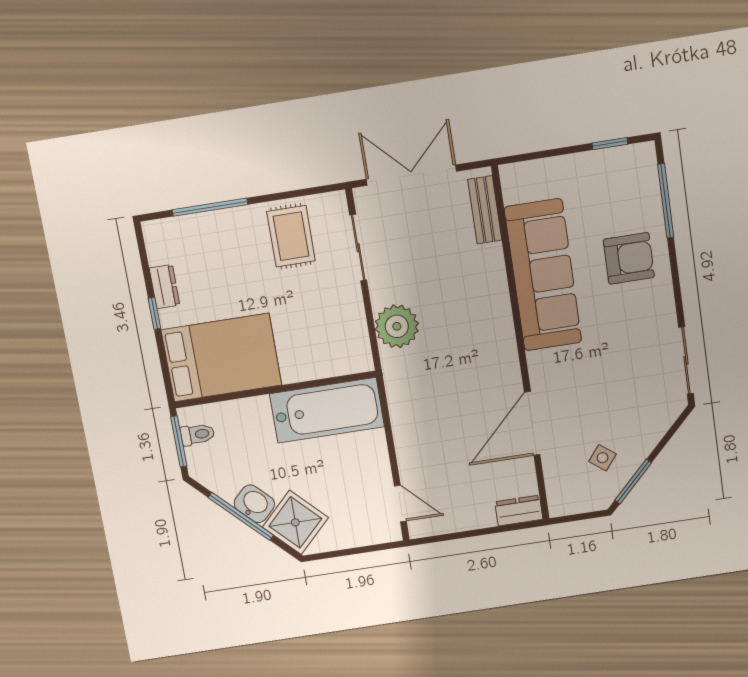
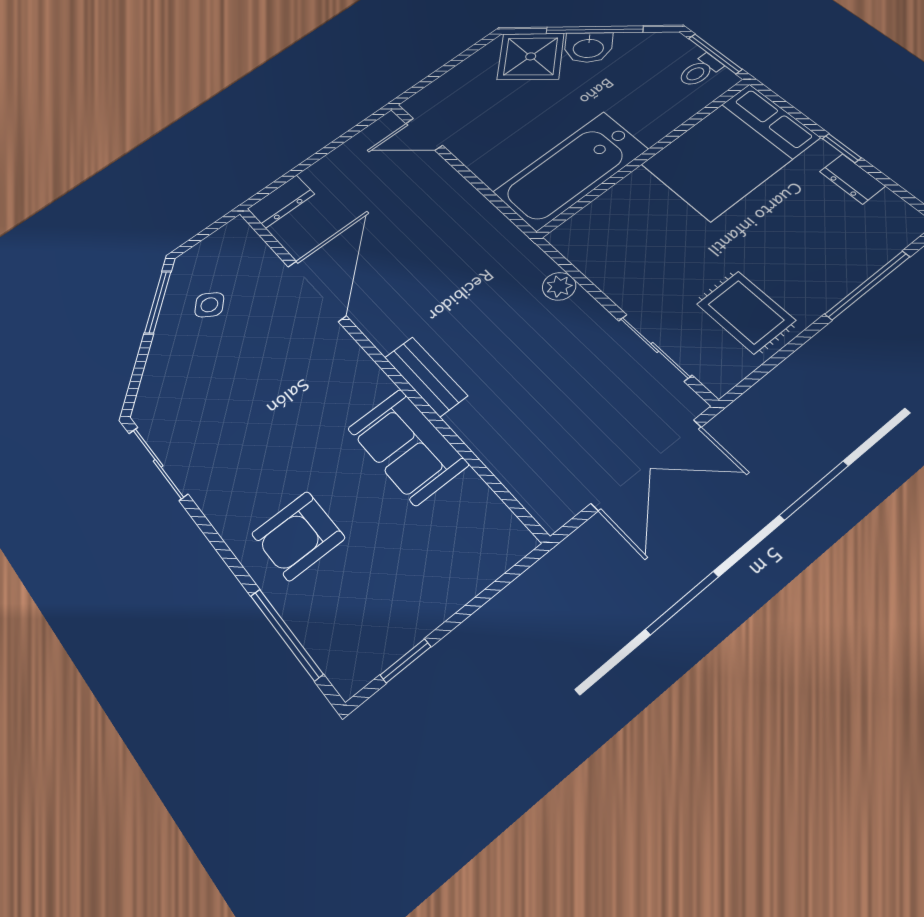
bench: (485, 210) -> (426, 376), moved
sofa: (543, 275) -> (408, 446), width x0.54, depth x0.79
plant: (397, 326) -> (559, 286), width x0.53, depth x0.53

